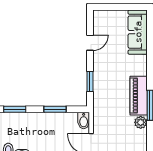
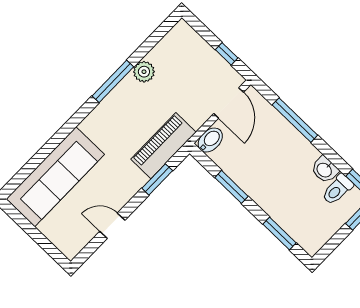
sofa: (138, 32) -> (55, 177), width x1.36, depth x1.27
piano: (139, 96) -> (163, 146), moved, turned 180

